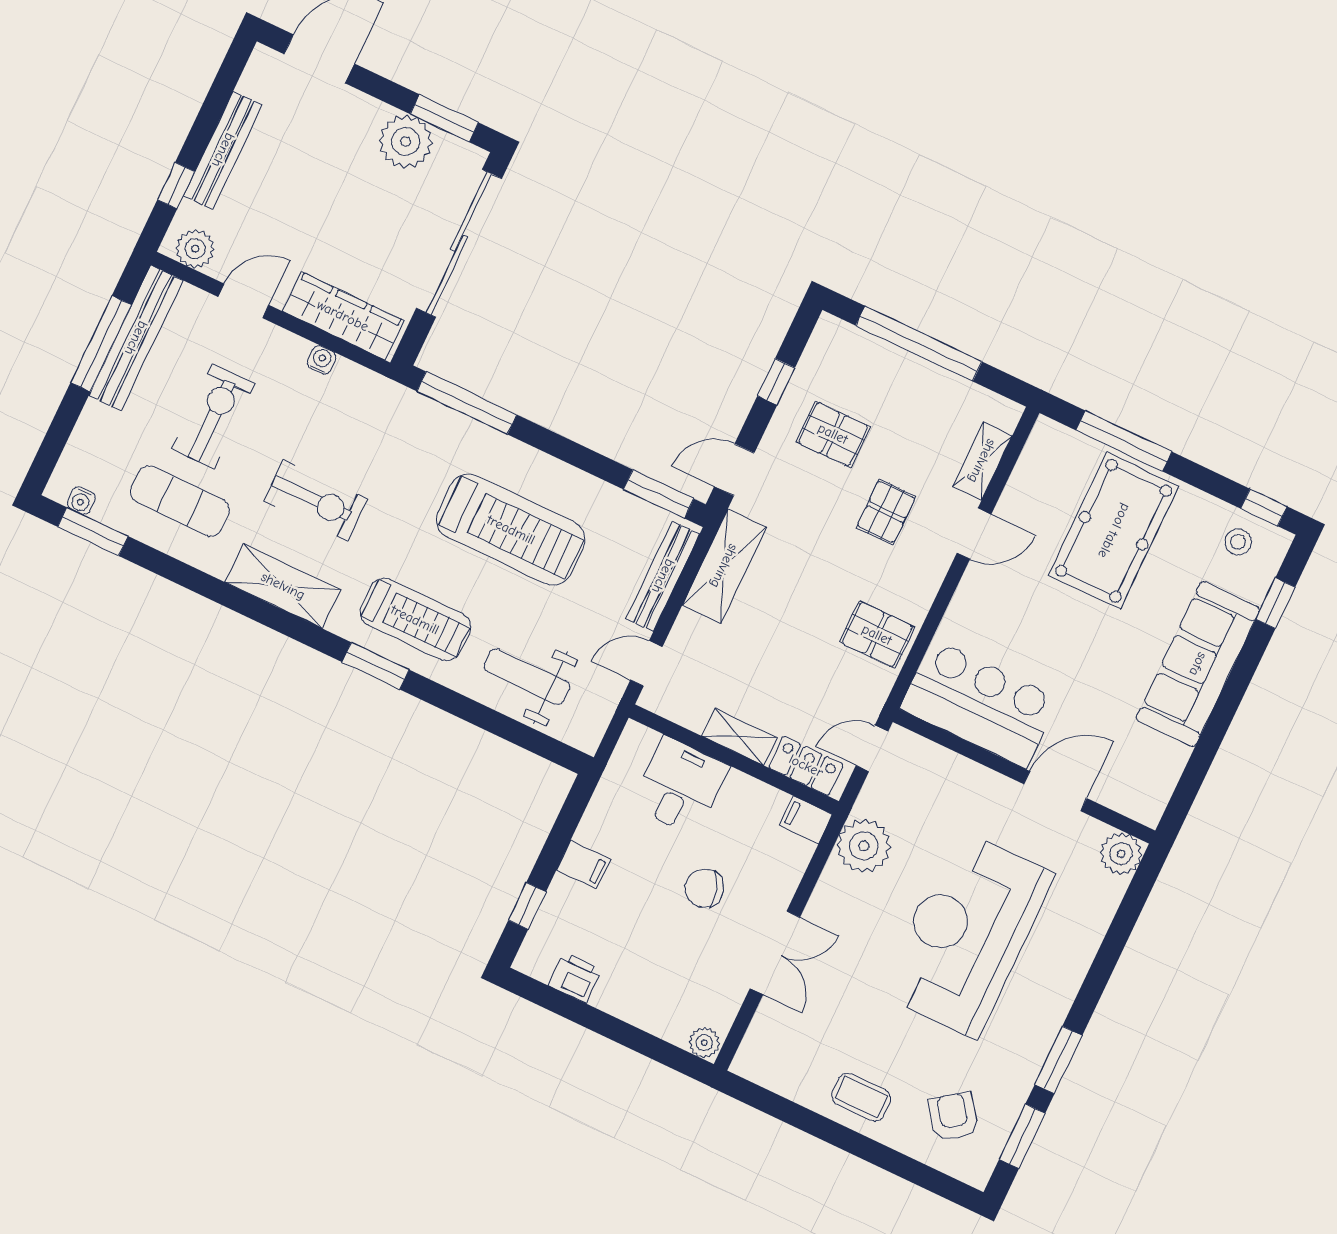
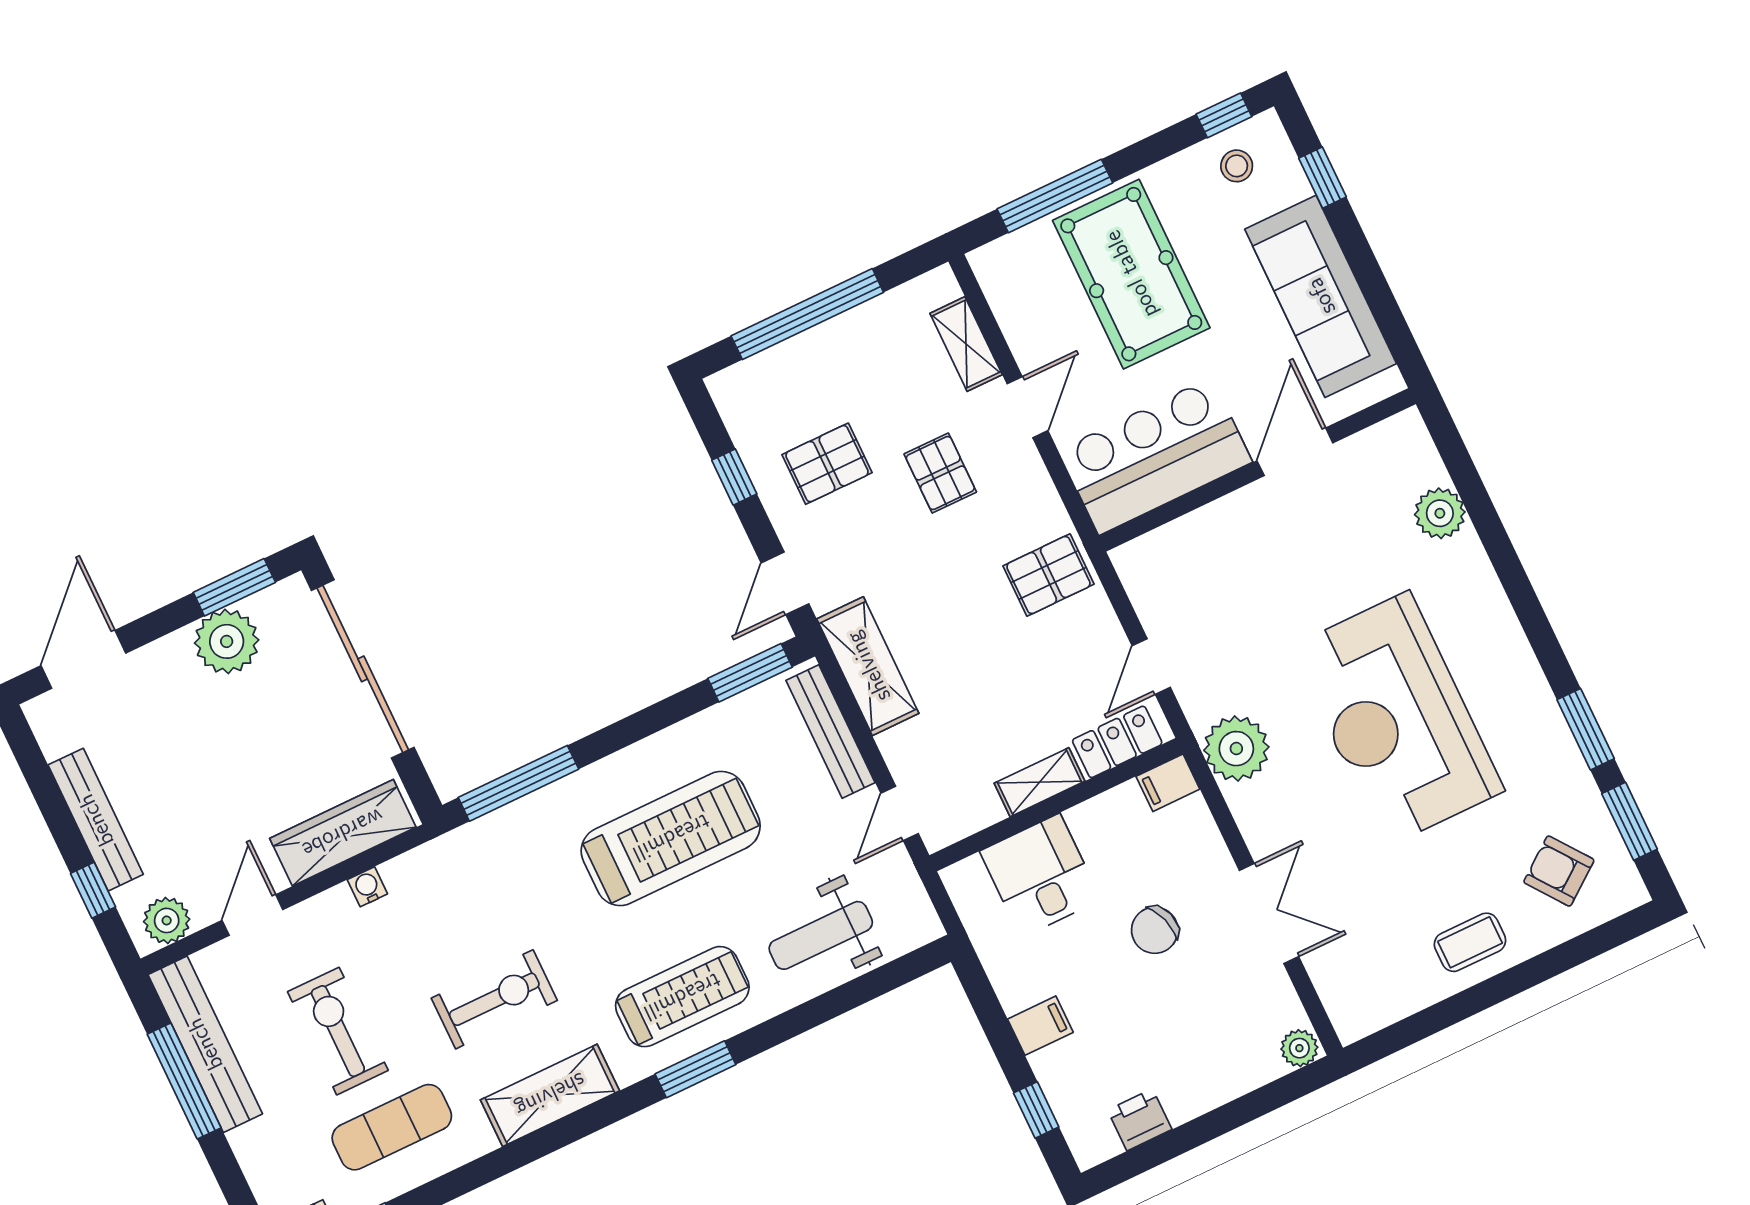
bar counter: (980, 704) -> (1155, 456), moved
wall: (1024, 776) -> (1257, 470), moved
door: (1055, 791) -> (1295, 452), moved

